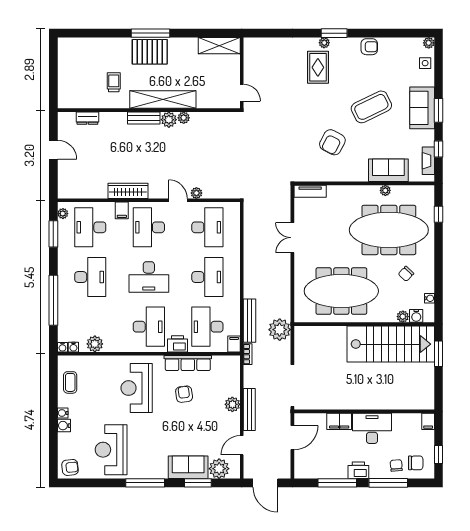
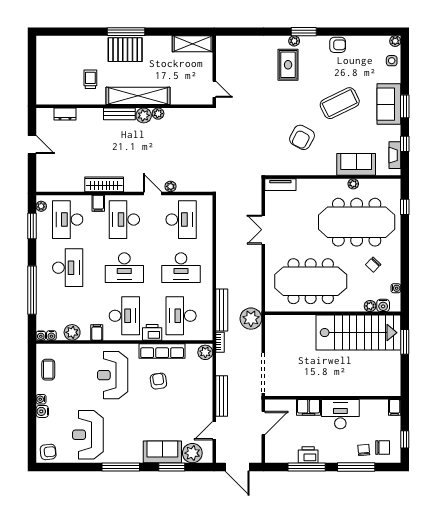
desk: (207, 277) -> (181, 268), turned 90
filing cabinet: (234, 344) -> (97, 333), moved
plant: (232, 404) -> (205, 352), moved
printer: (358, 470) -> (308, 455), moved

